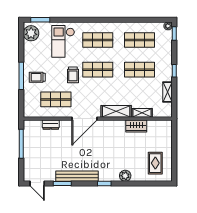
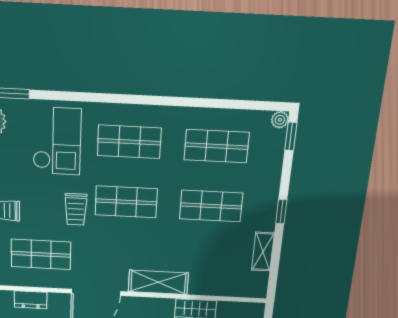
checkout: (63, 41) -> (57, 141), turned 180
shelving: (142, 113) -> (209, 287), removed

